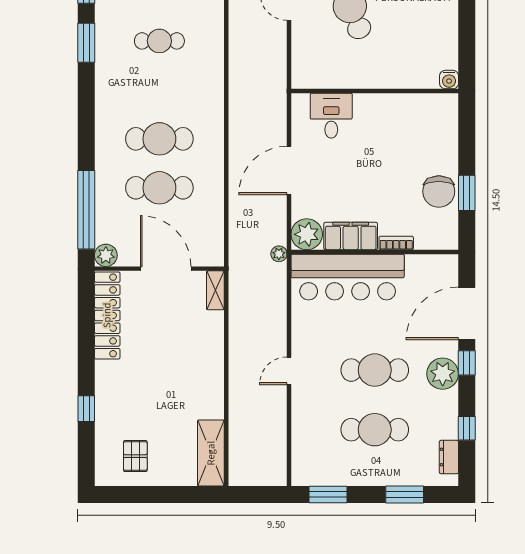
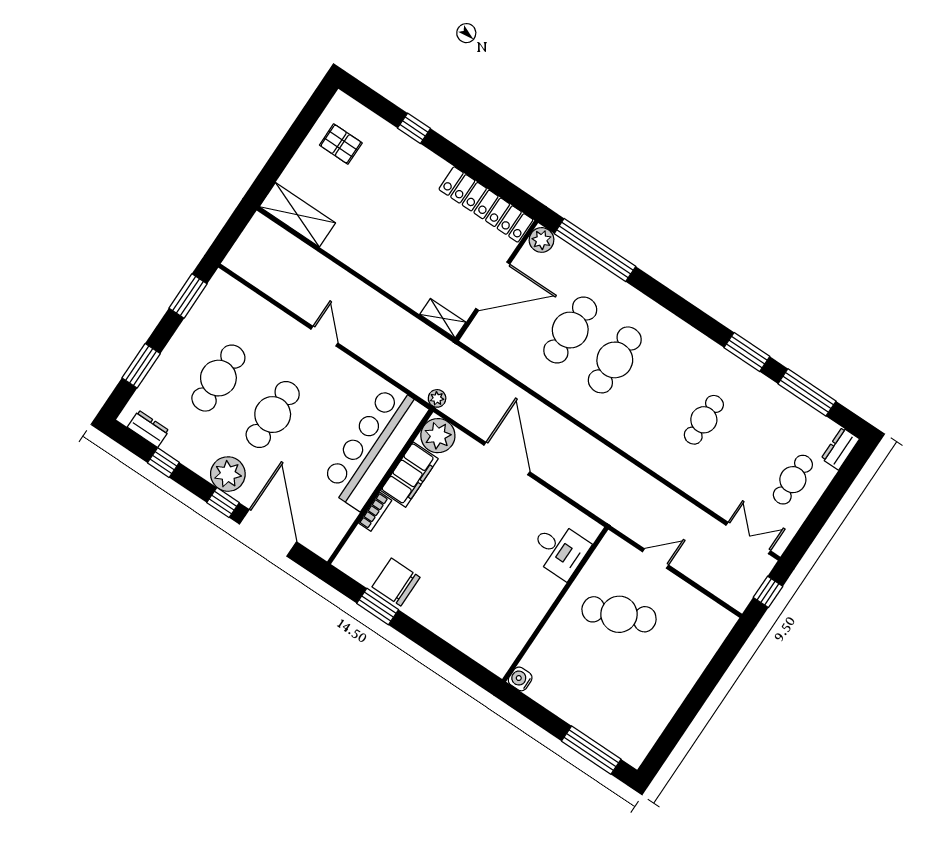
water cooler: (449, 80) -> (520, 679), moved
wall: (375, 91) -> (555, 604), moved
desk: (331, 116) -> (559, 550), moved

